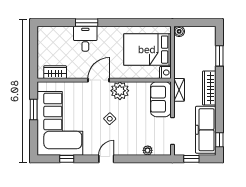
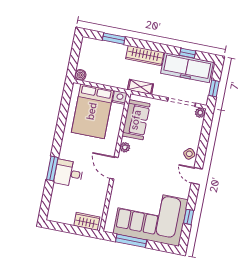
wardrobe: (55, 72) -> (87, 221), moved, turned 90
plant: (120, 91) -> (125, 147), width x0.53, depth x0.53
sofa: (161, 99) -> (136, 120), moved, turned -90
window: (34, 110) -> (131, 241), width x1.44
side table: (110, 119) -> (189, 154), moved
window: (219, 140) -> (188, 53), moved
plant: (148, 150) -> (200, 113), moved

